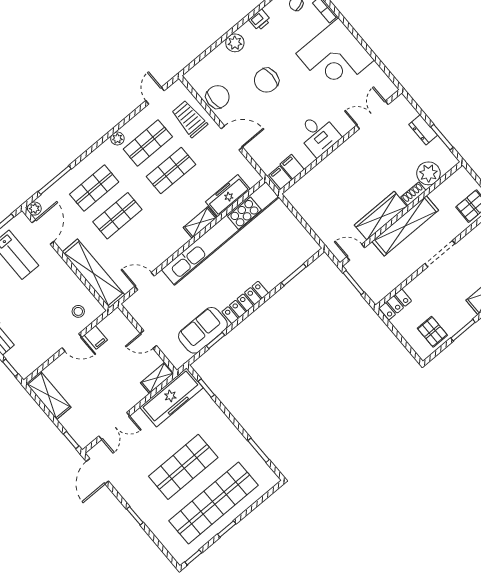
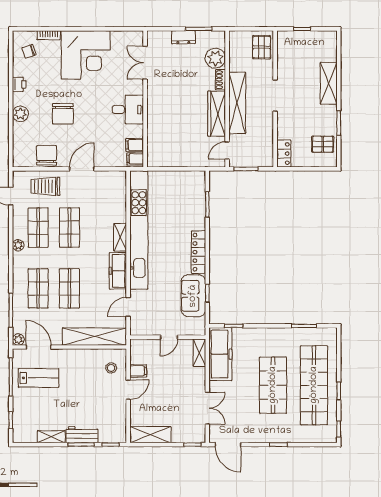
freezer: (228, 196) -> (118, 271), moved

